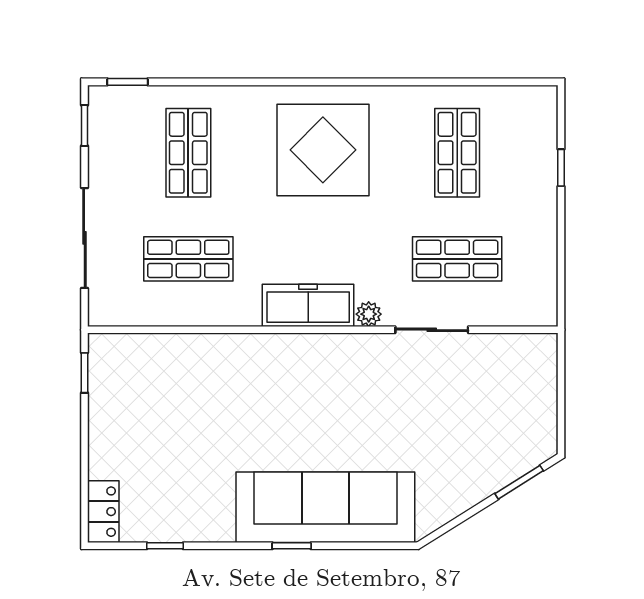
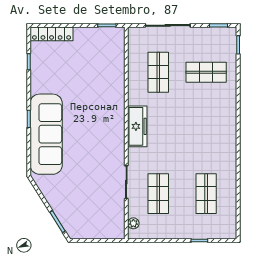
display table: (323, 150) -> (207, 133), removed
shop shelf: (457, 153) -> (206, 194), turned 90
plant: (369, 314) -> (133, 223), moved
locker: (103, 512) -> (52, 34), width x1.53

